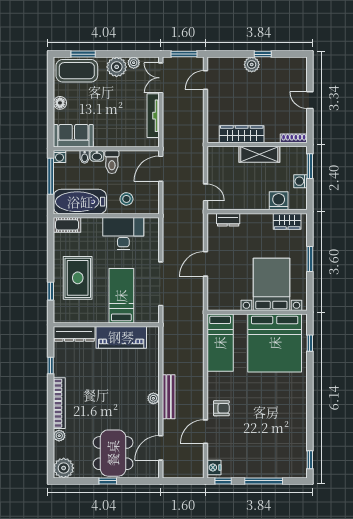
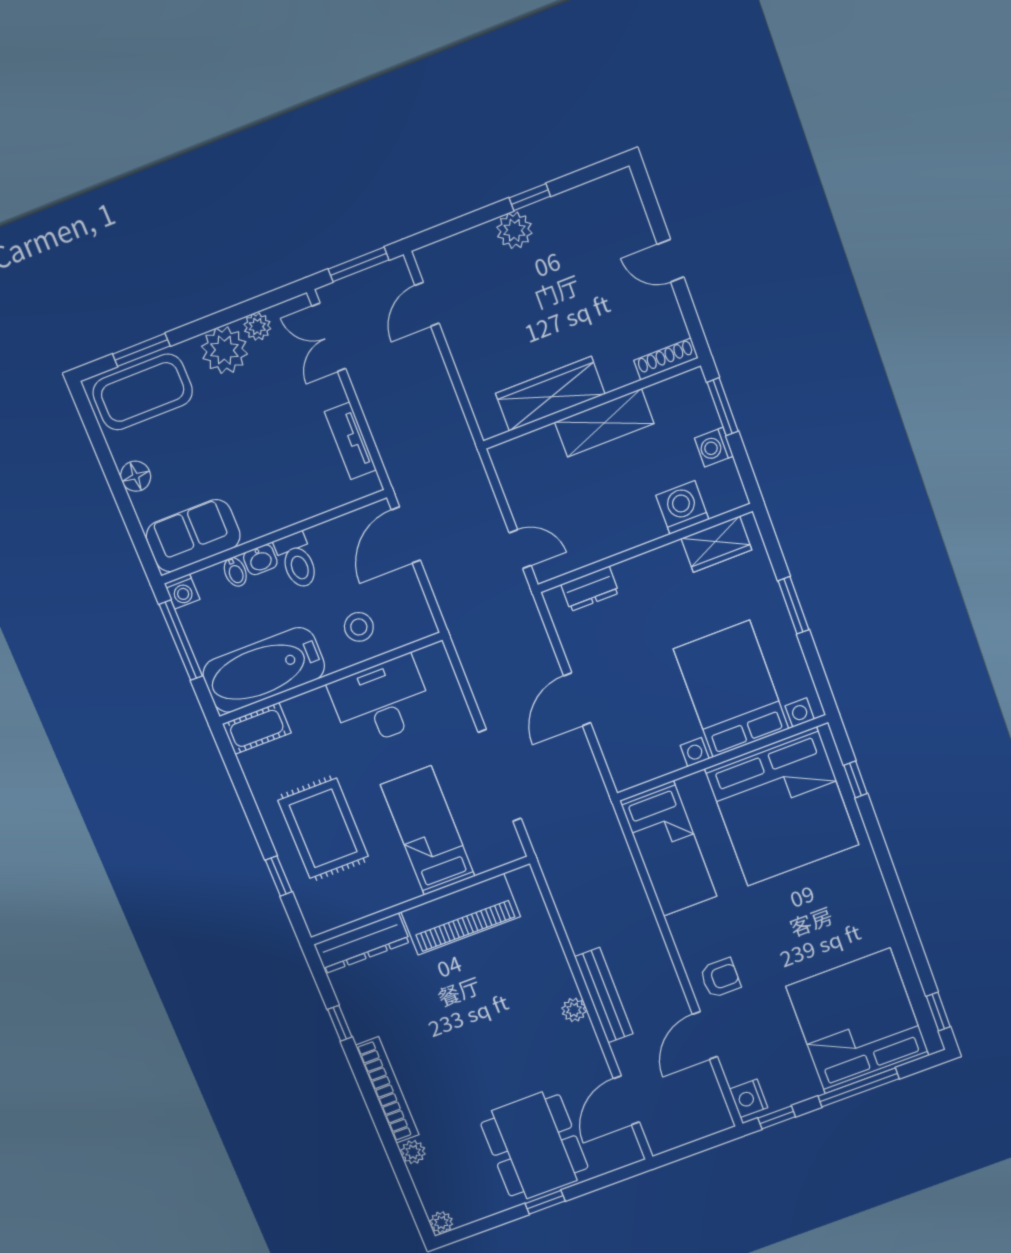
tv unit: (153, 116) -> (350, 441), width x0.71
bed: (274, 451) -> (857, 1021), added
plant: (64, 468) -> (441, 1222), width x0.53, depth x0.53

